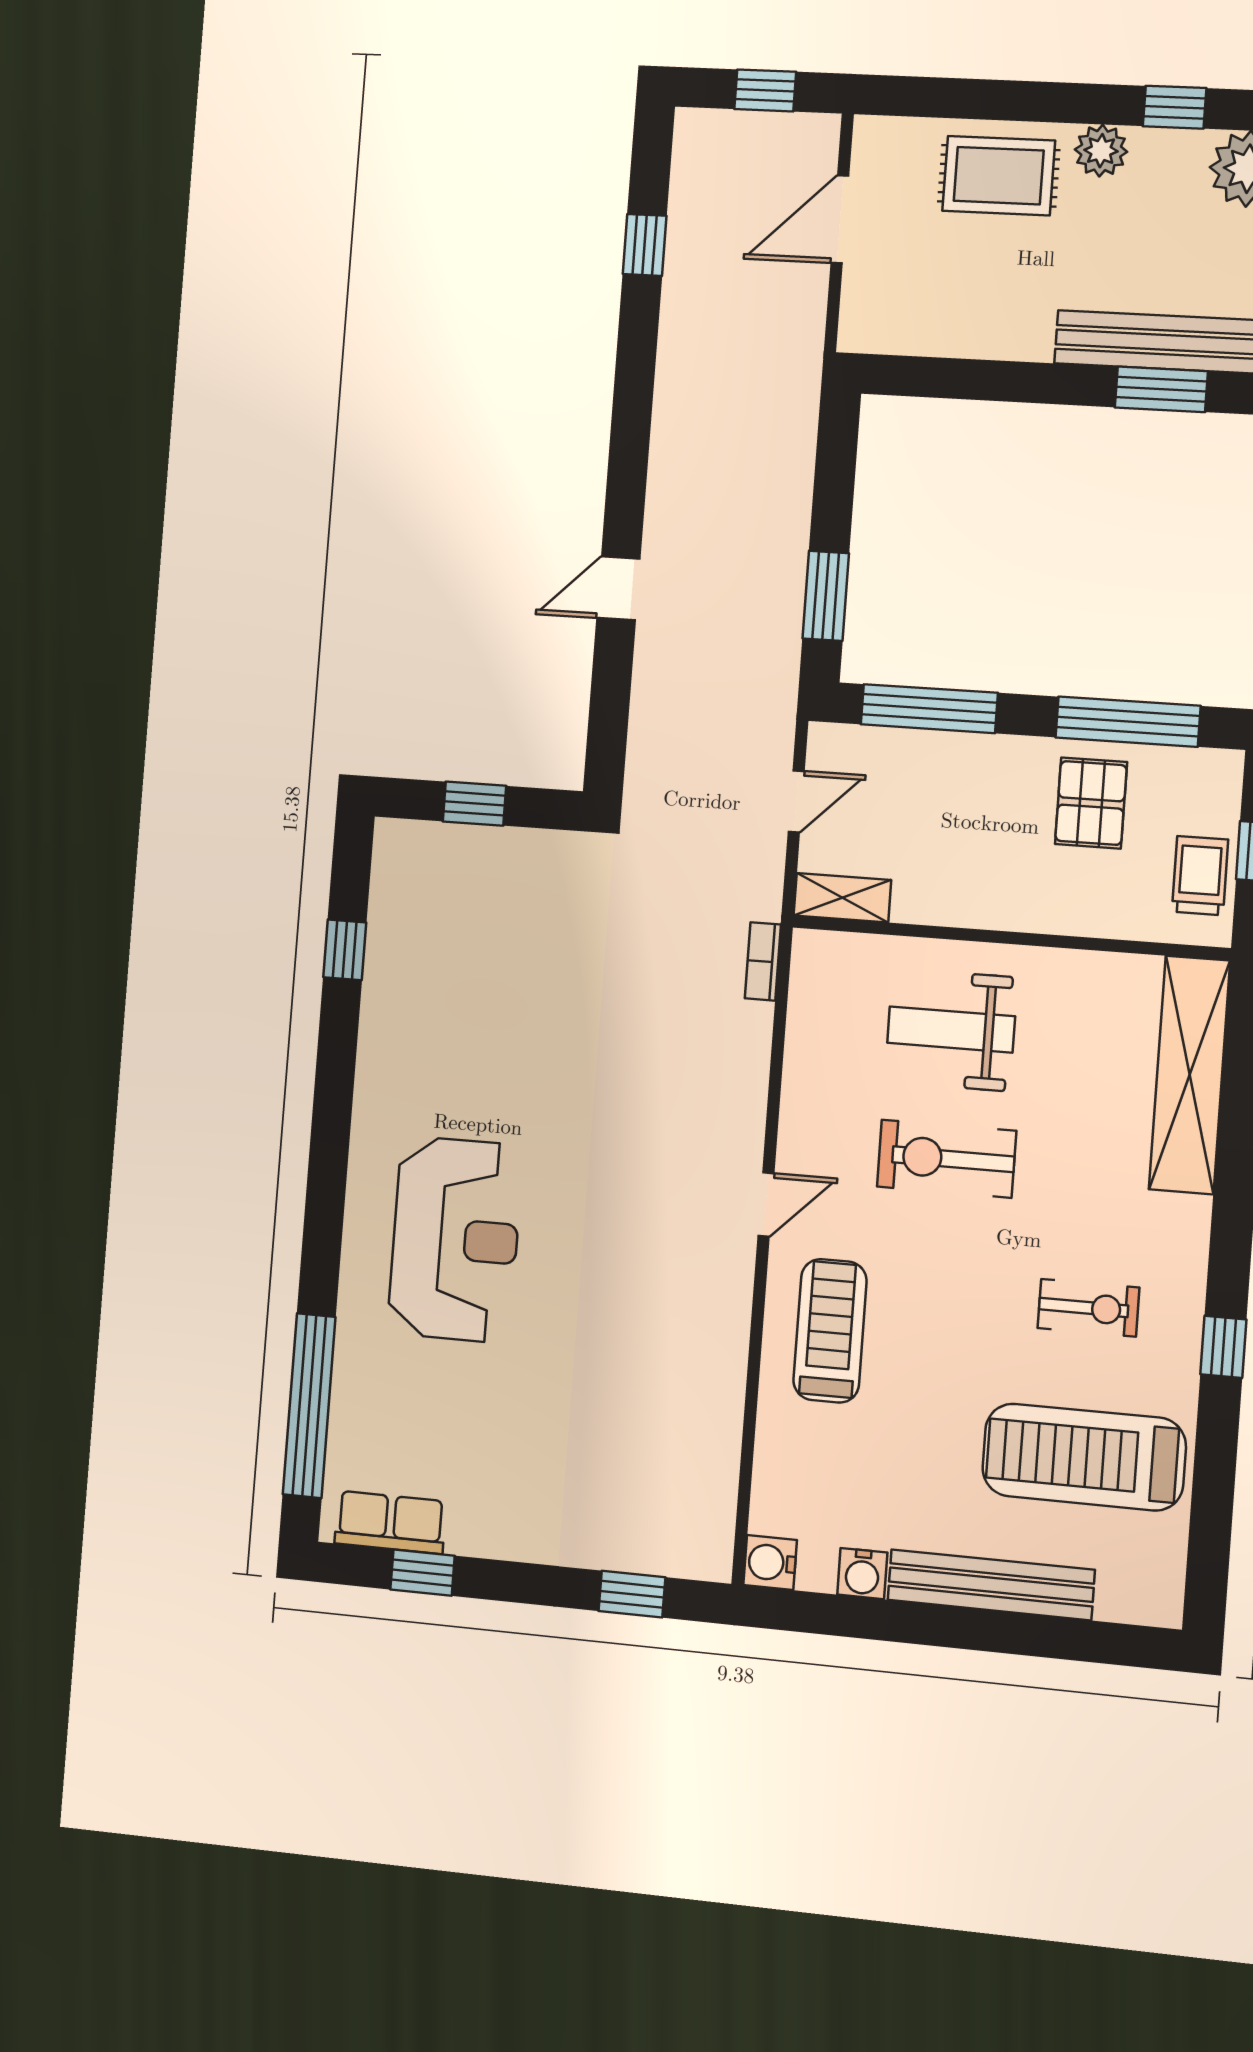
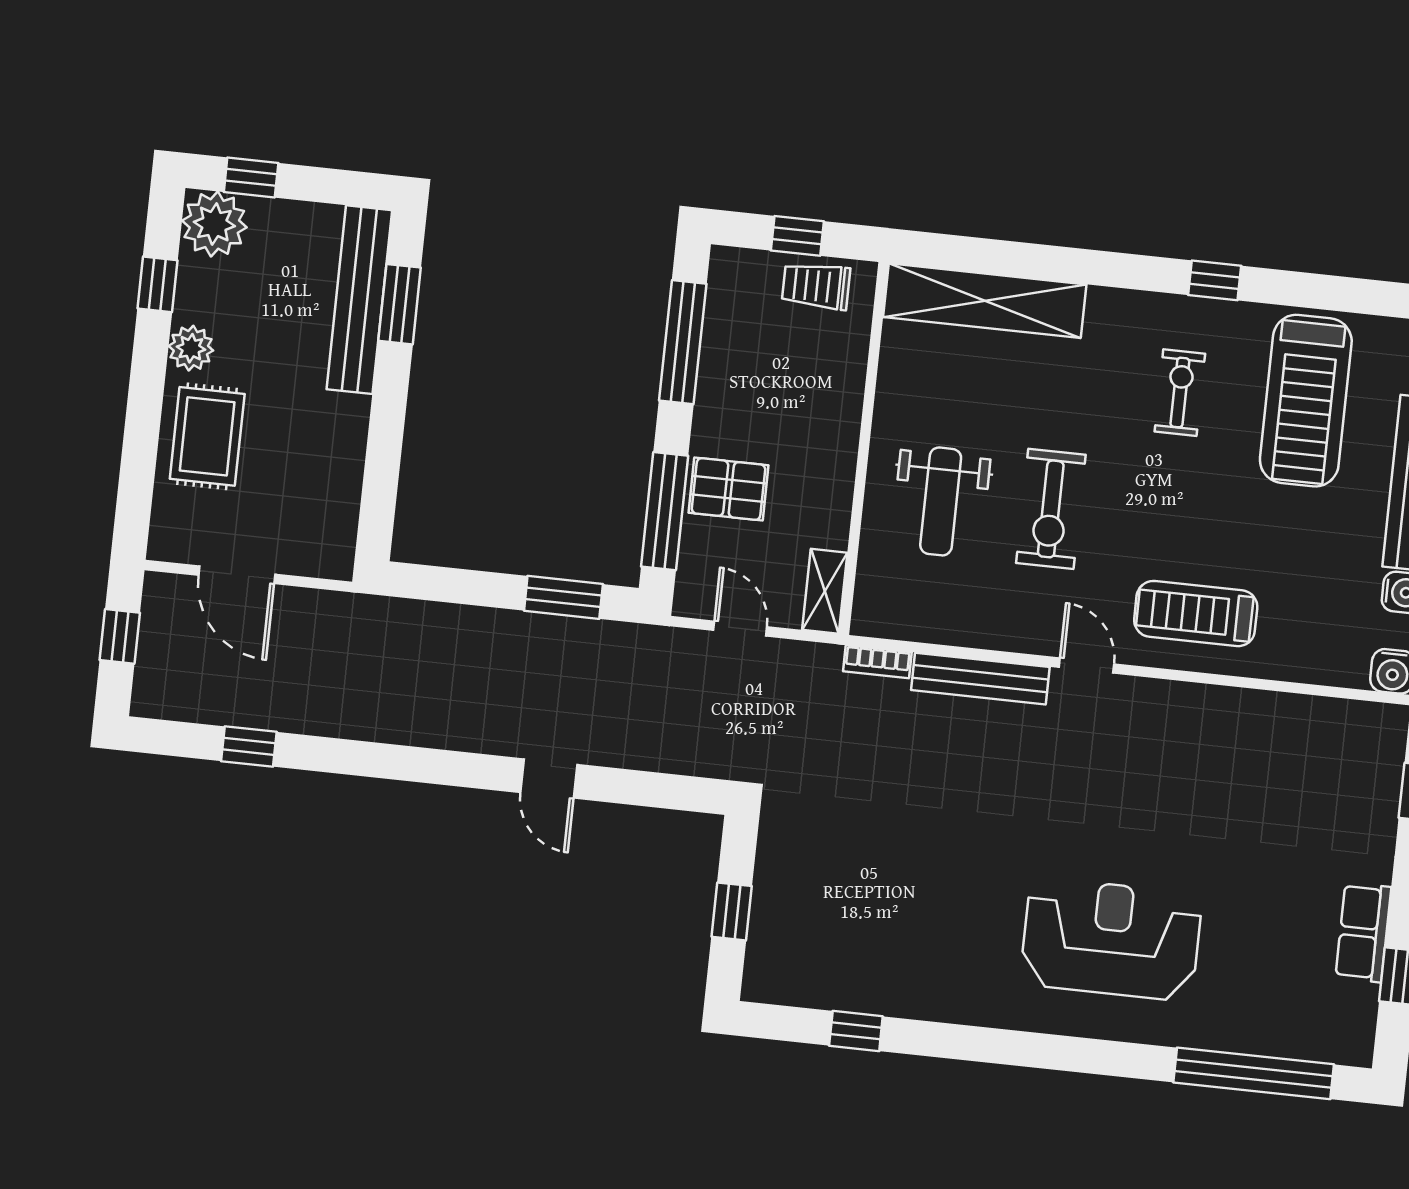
pallet: (1091, 803) -> (729, 489), moved
bench: (747, 1081) -> (980, 679), added
row of seats: (390, 1522) -> (1363, 932), moved

